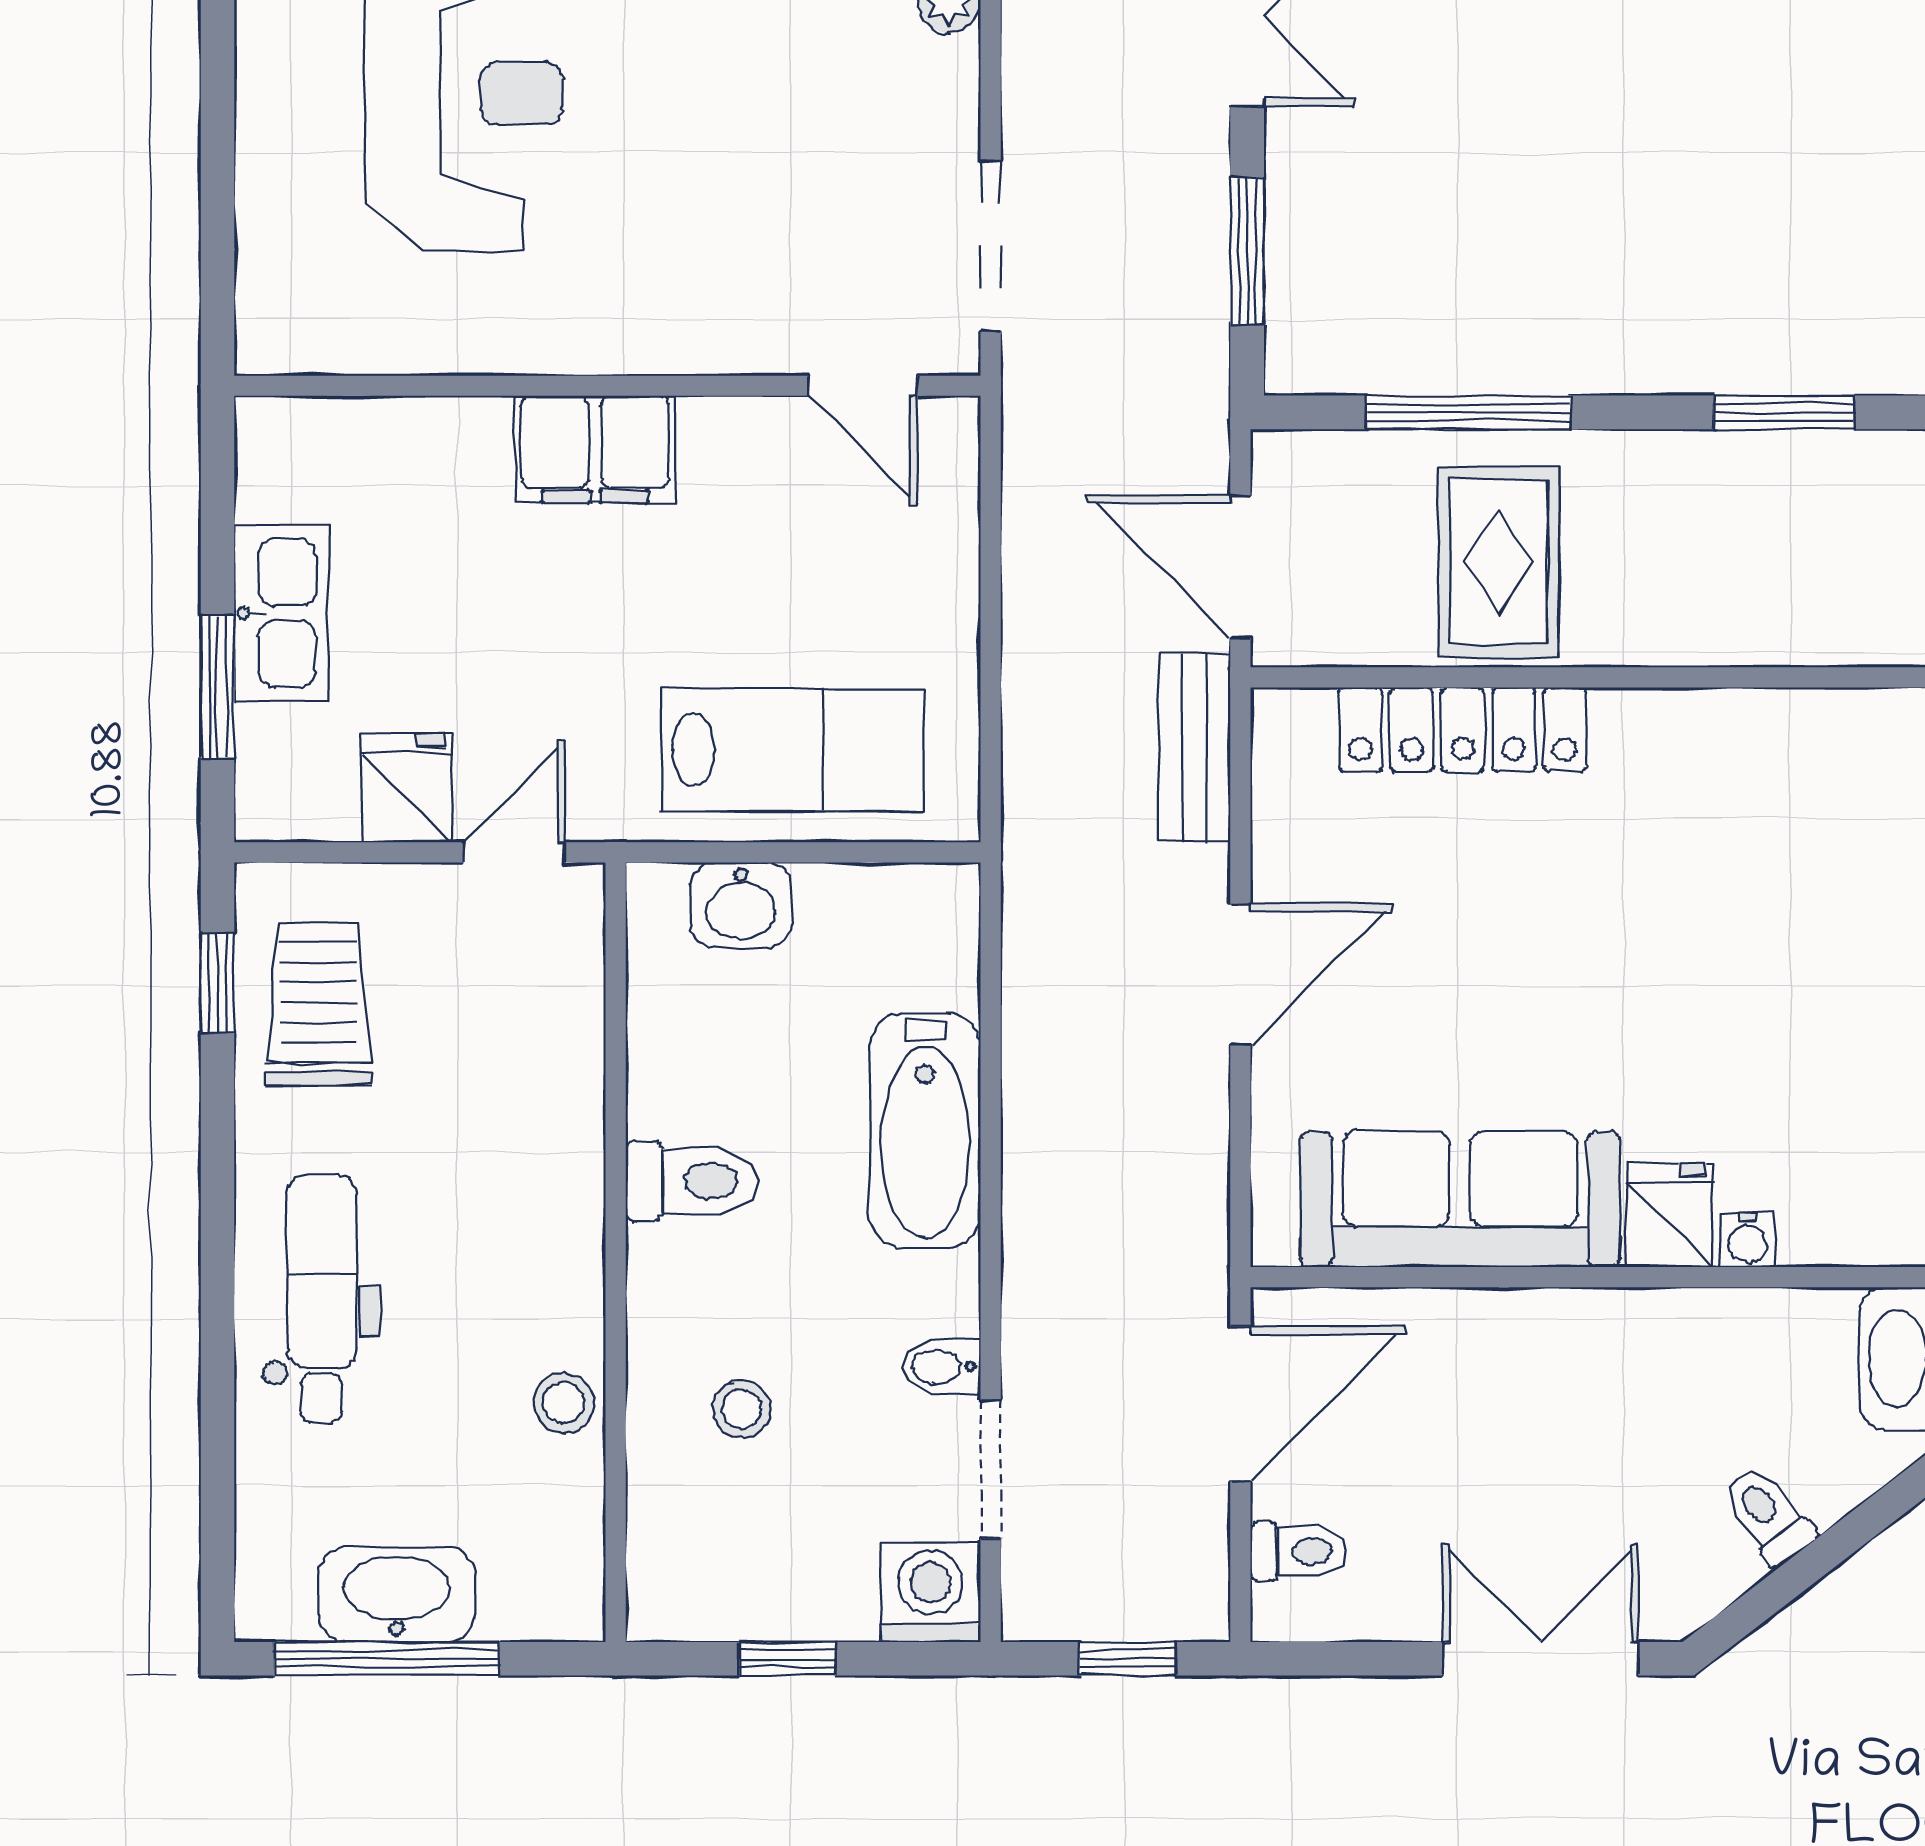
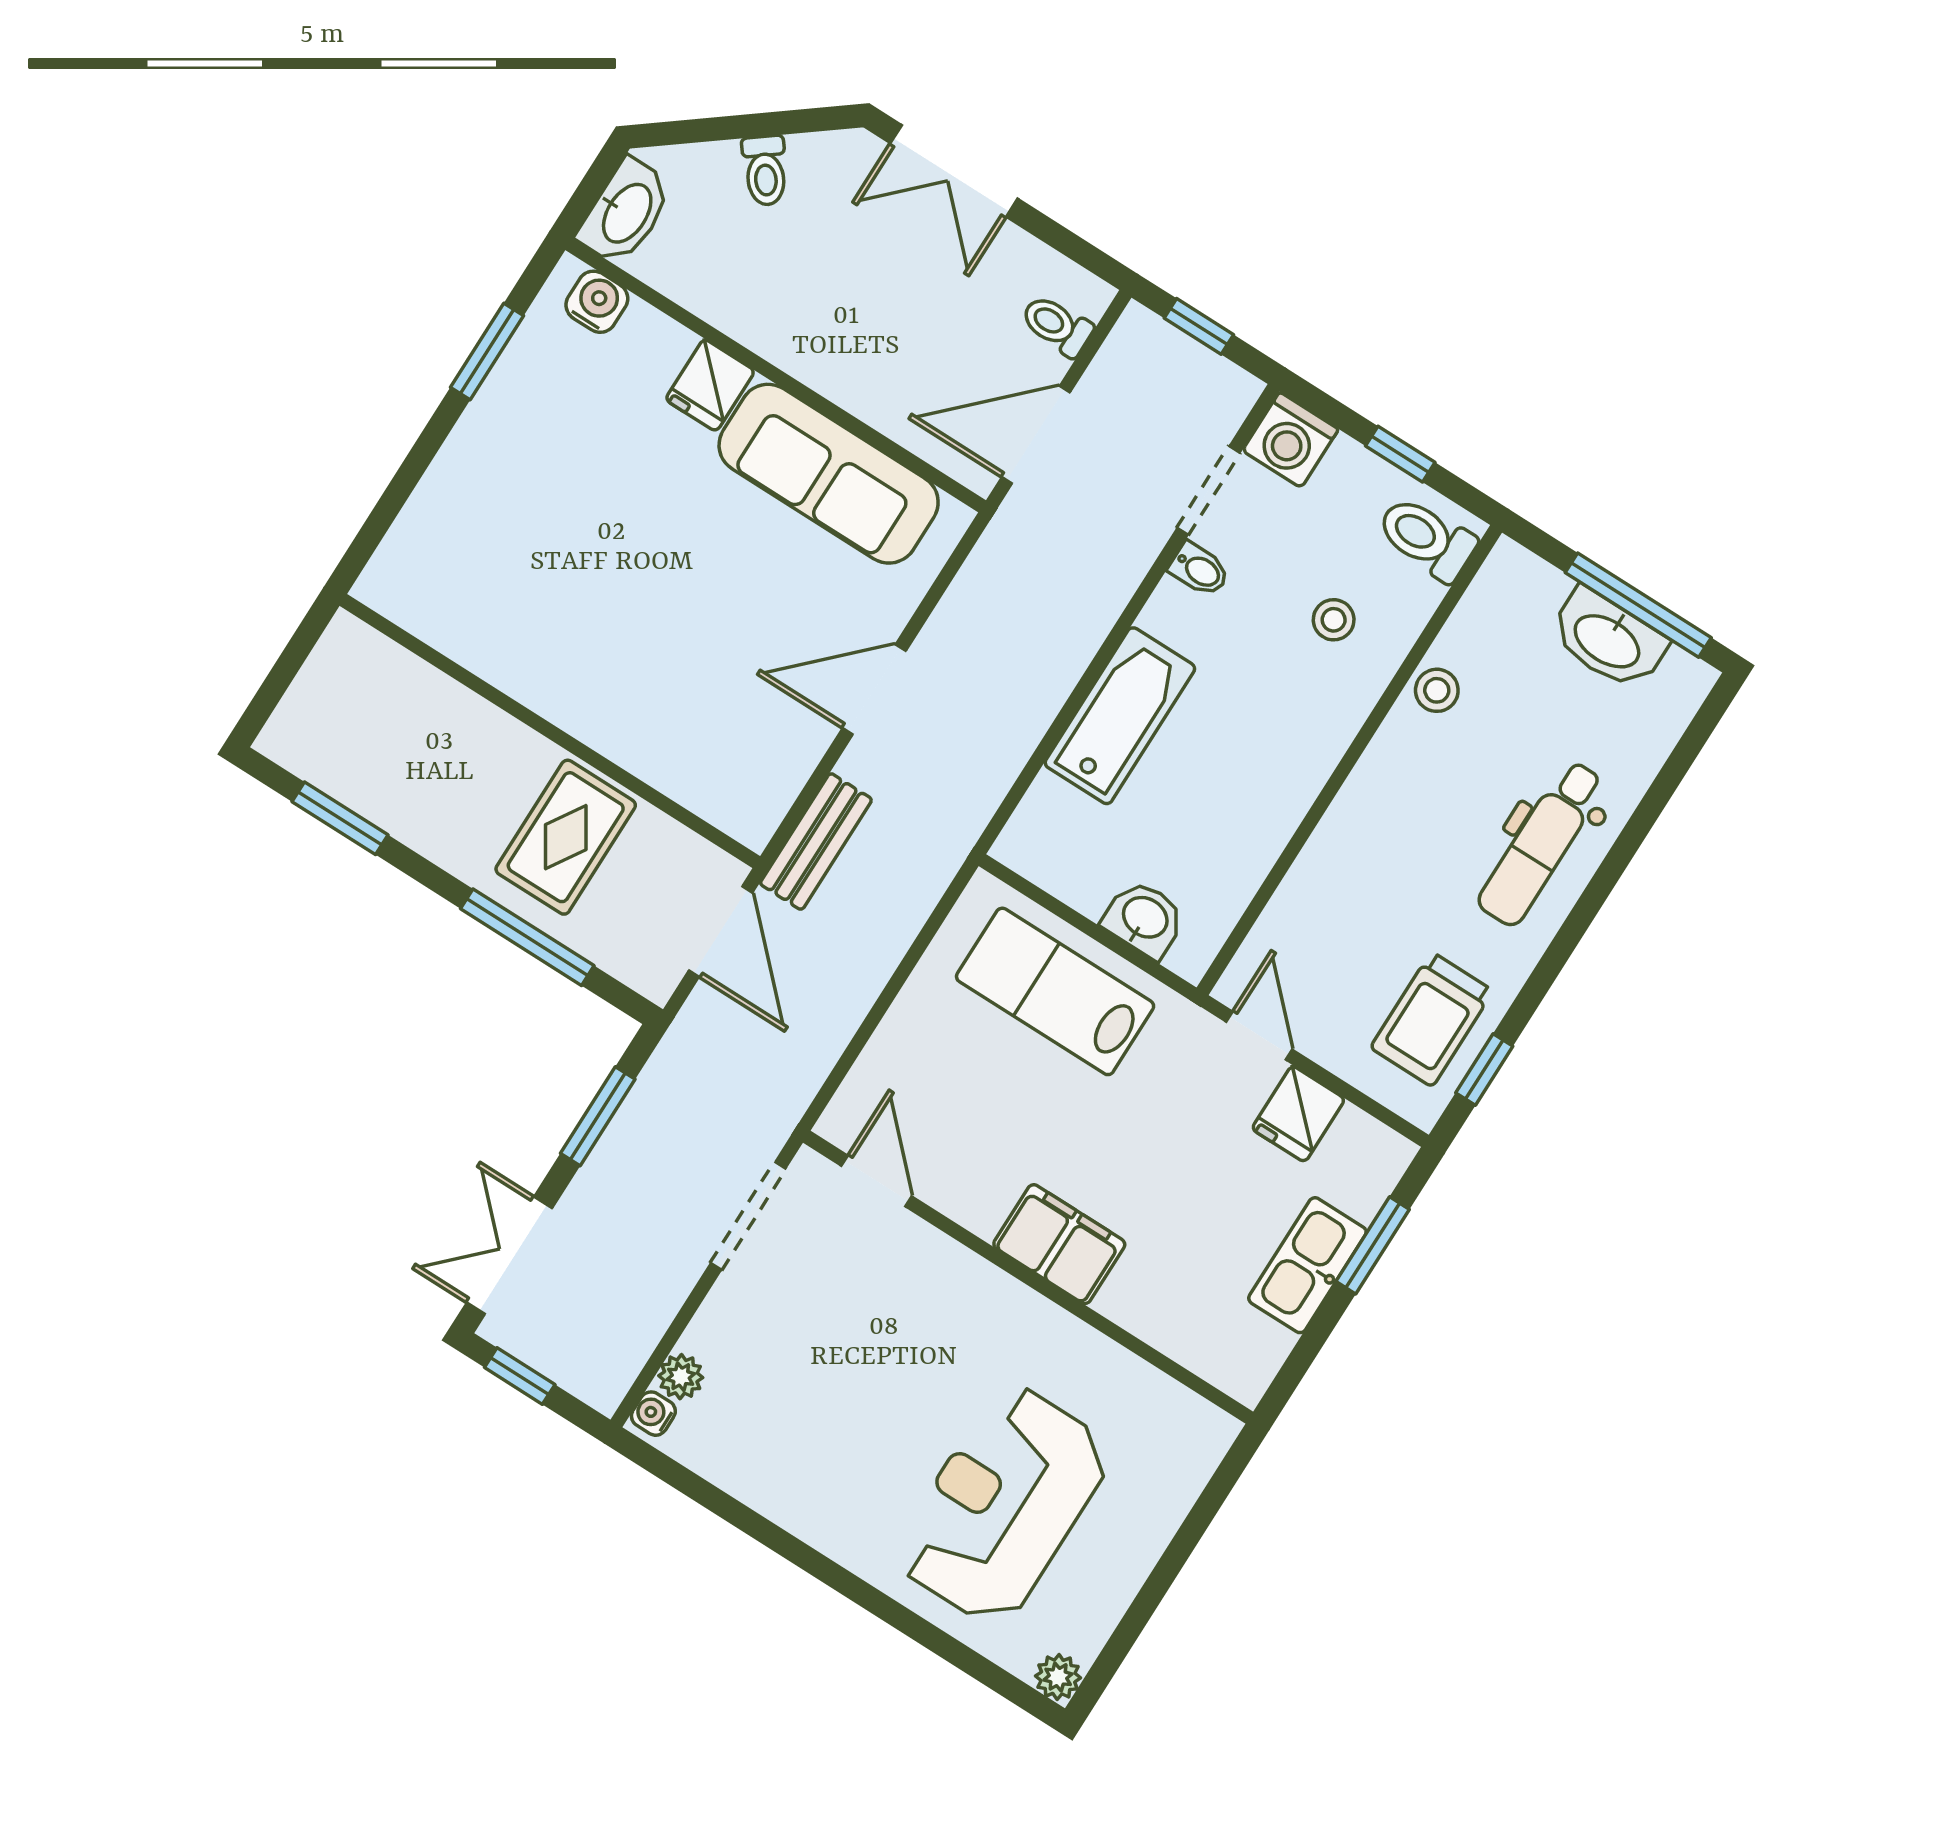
locker: (1463, 730) -> (650, 751), removed
door: (514, 852) -> (1259, 1036), swing flipped
toilet: (692, 1181) -> (1426, 538), moved
water cooler: (1748, 1240) -> (597, 302), moved, width x1.38, depth x1.38

